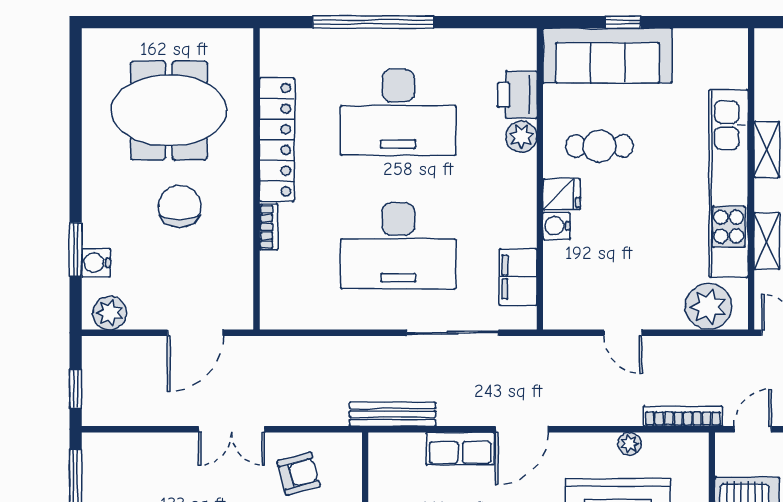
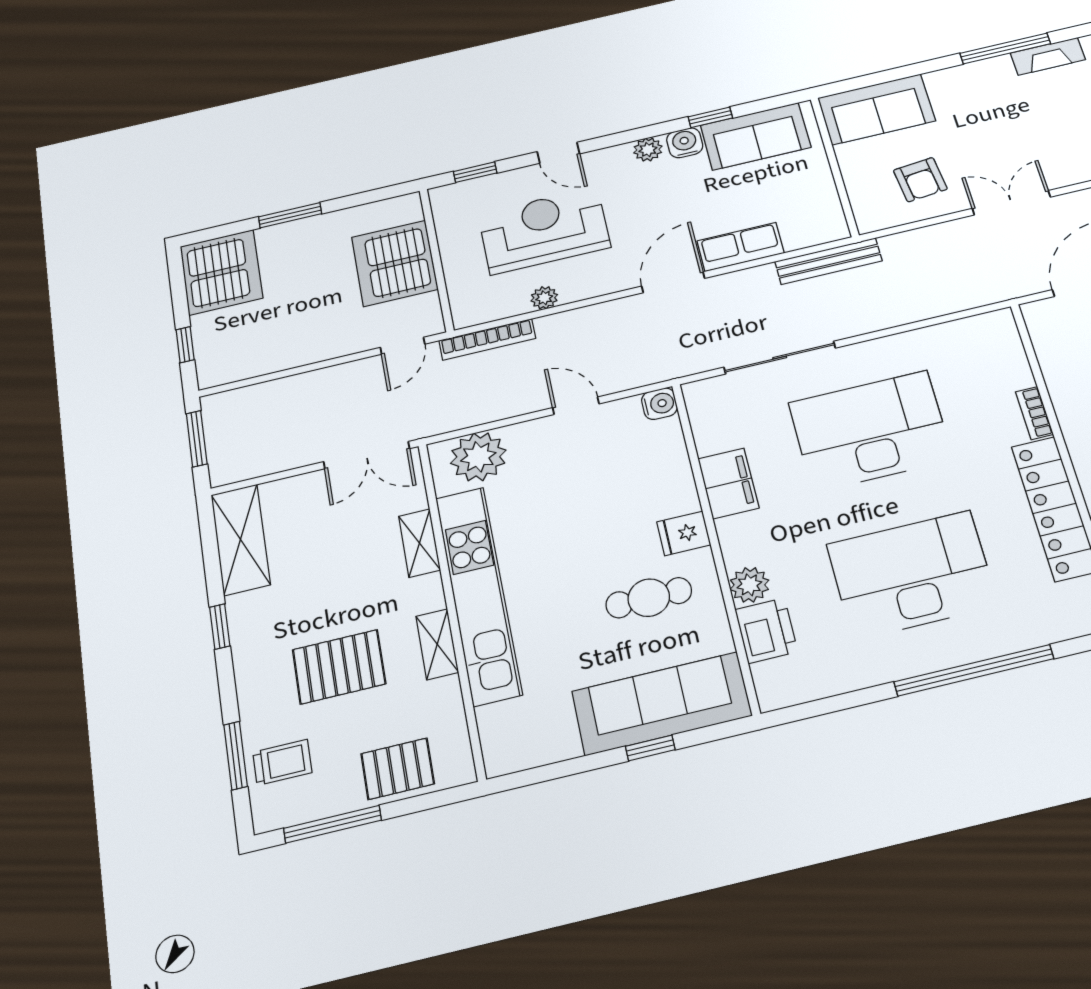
water cooler: (557, 226) -> (659, 404), moved
filing cabinet: (518, 277) -> (728, 483), moved
armchair: (299, 474) -> (920, 180), turned -81

